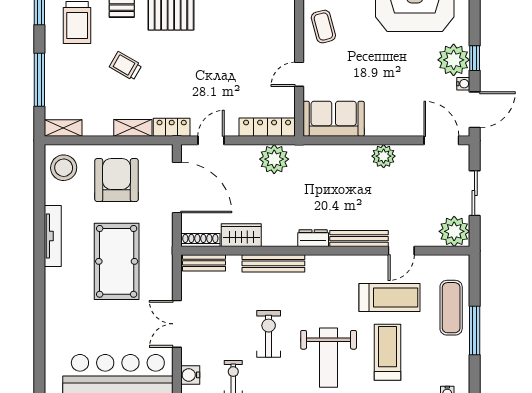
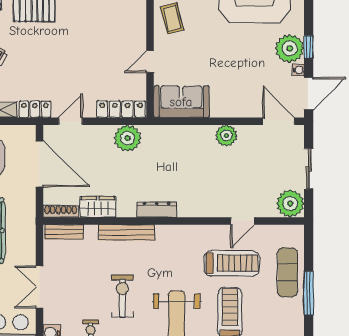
dresser: (313, 238) -> (157, 210), width x1.44
bench: (359, 239) -> (204, 210), removed

